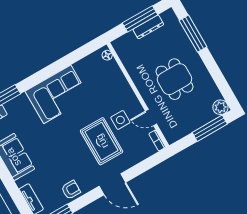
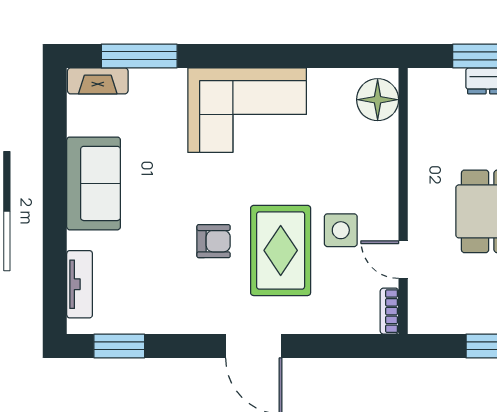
floor lamp: (107, 55) -> (378, 100), width x1.89, depth x1.89
armchair: (71, 190) -> (214, 241), moved

